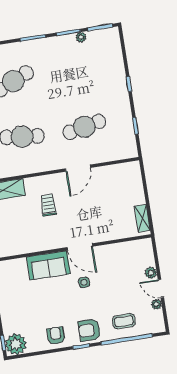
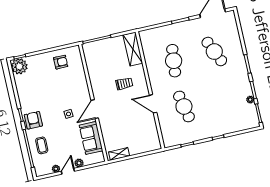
sofa: (48, 265) -> (91, 138), moved
armchair: (56, 336) -> (61, 62), moved

